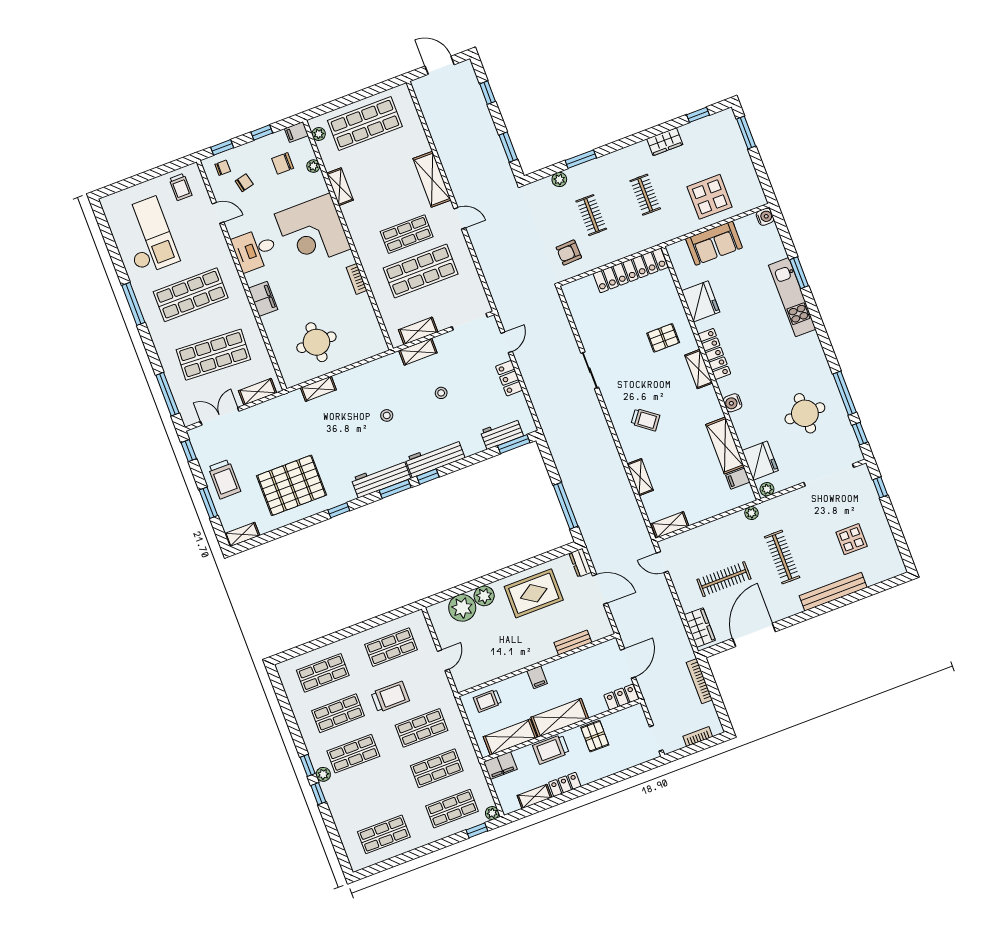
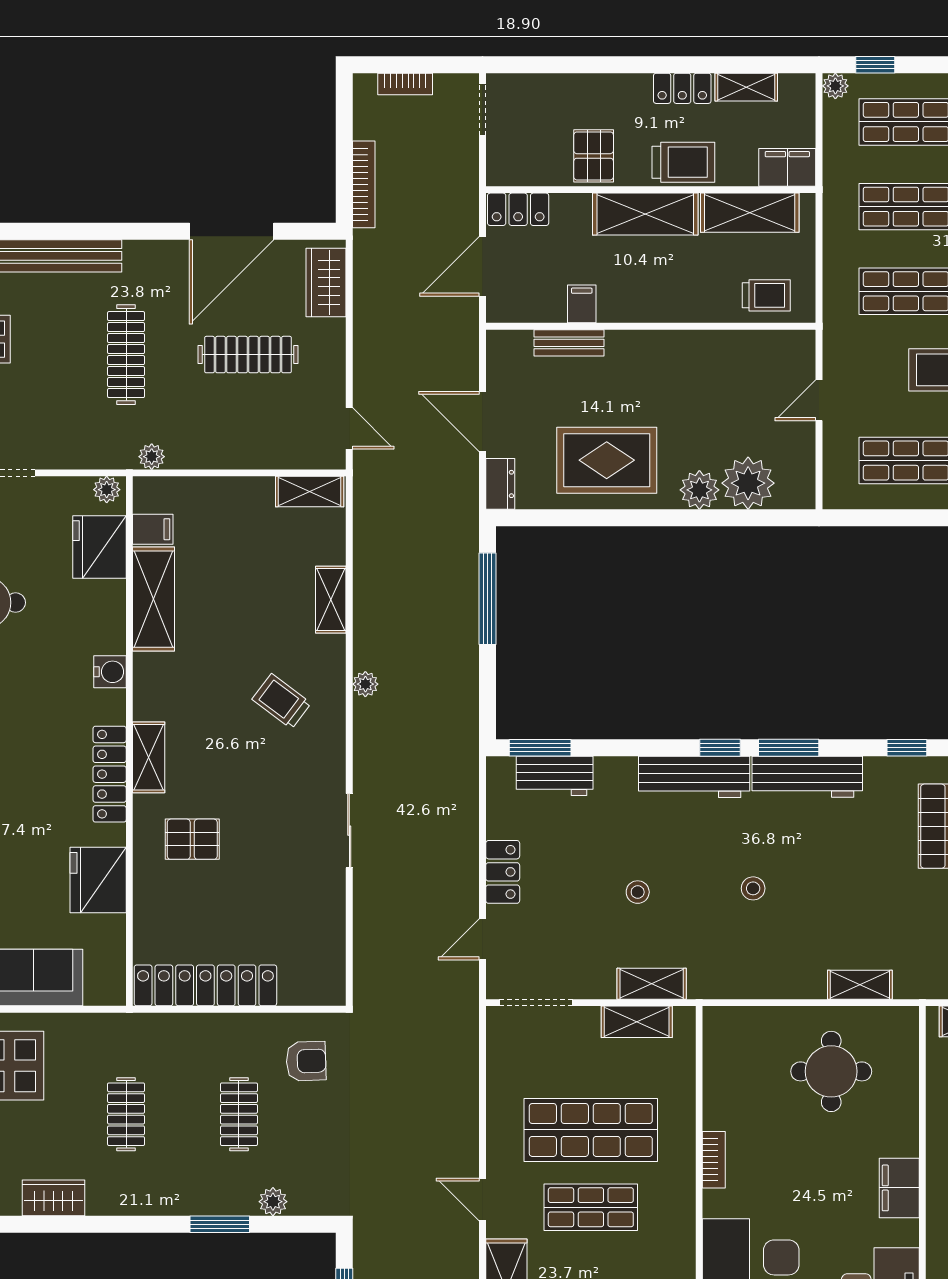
plant: (608, 443) -> (365, 684), added
filing cabinet: (537, 677) -> (582, 304), moved

